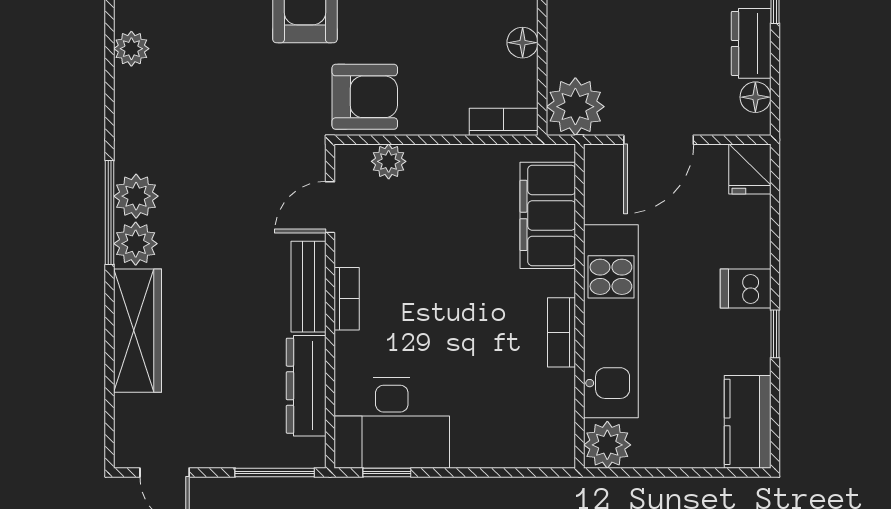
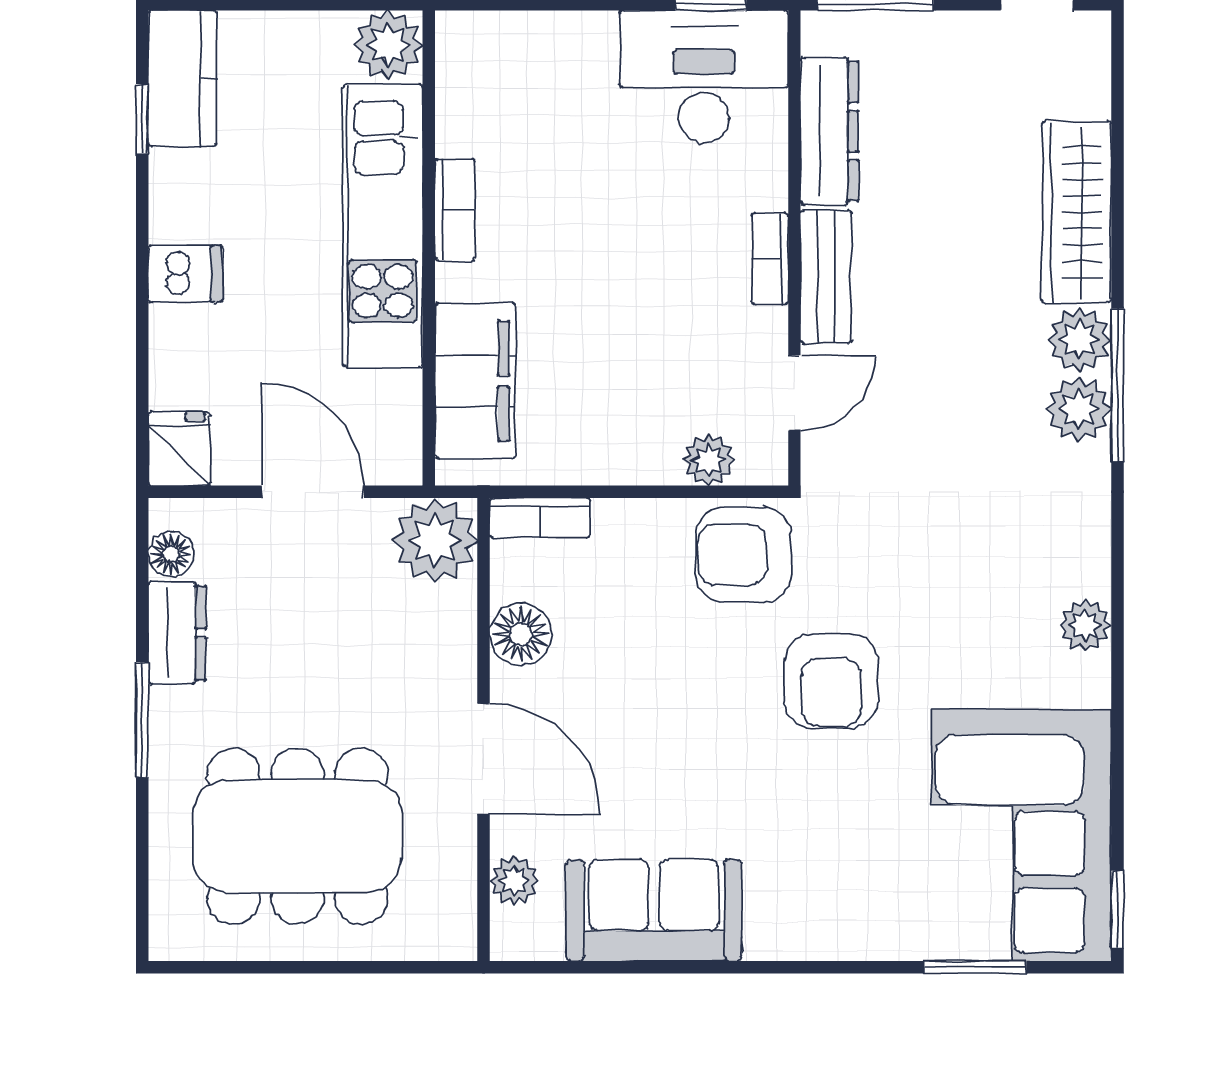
floor lamp: (523, 43) -> (521, 634), width x1.37, depth x1.37
door: (659, 140) -> (313, 492), hinge flipped
window: (775, 334) -> (142, 119), moved

